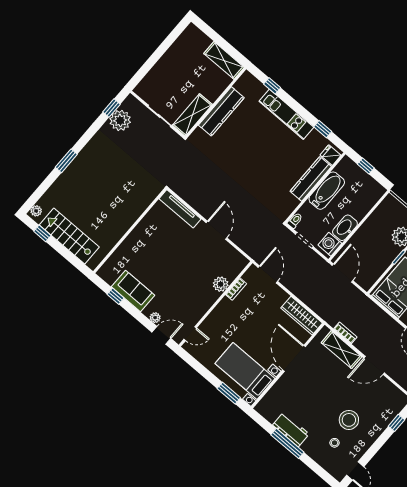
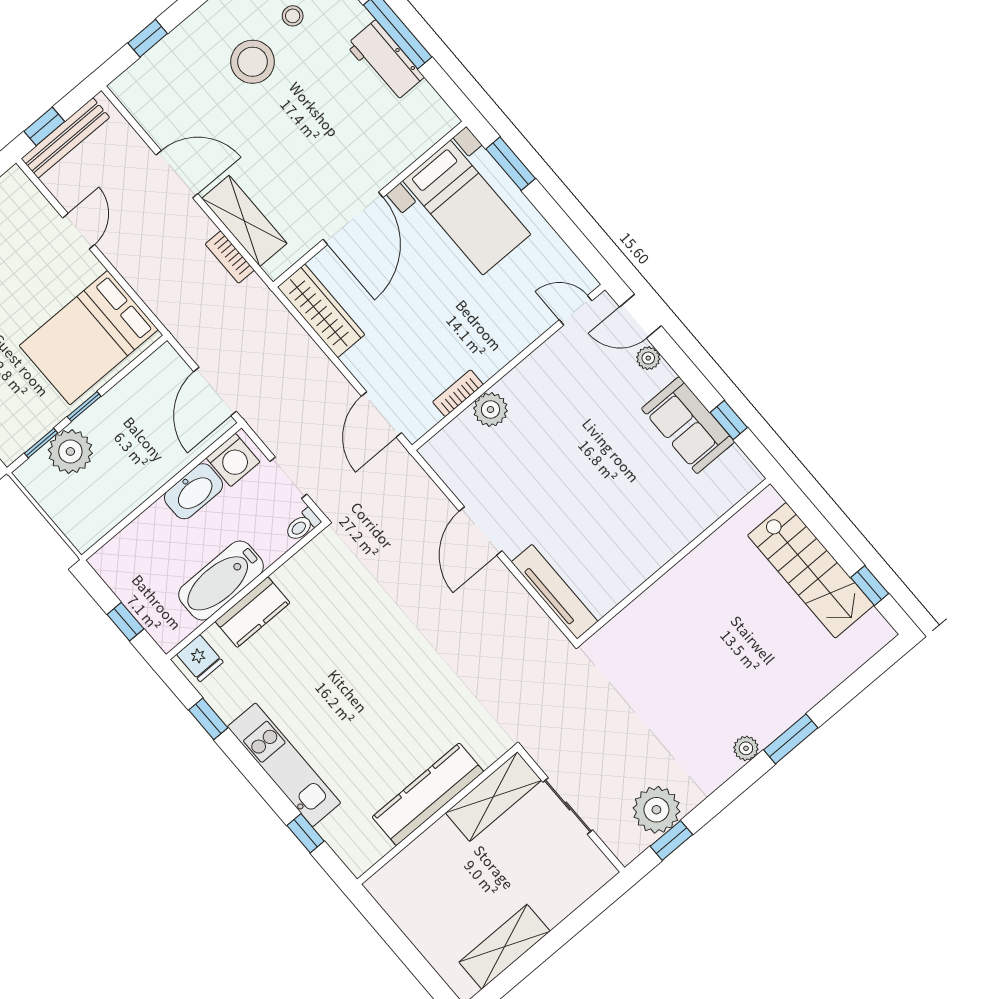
shelving: (224, 60) -> (504, 947), moved, turned 90
kitchen counter: (311, 179) -> (253, 612), width x0.67
plant: (36, 211) -> (746, 748), moved

